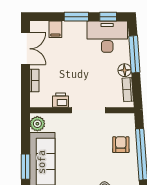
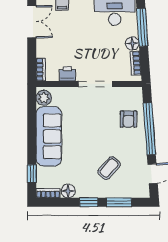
bookcase: (34, 80) -> (41, 70), moved
armchair: (121, 145) -> (129, 119), turned 180
window: (26, 167) -> (32, 141), removed

